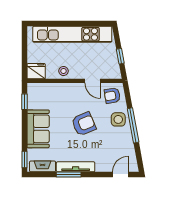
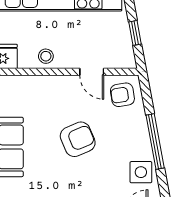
side table: (118, 119) -> (141, 172), moved

